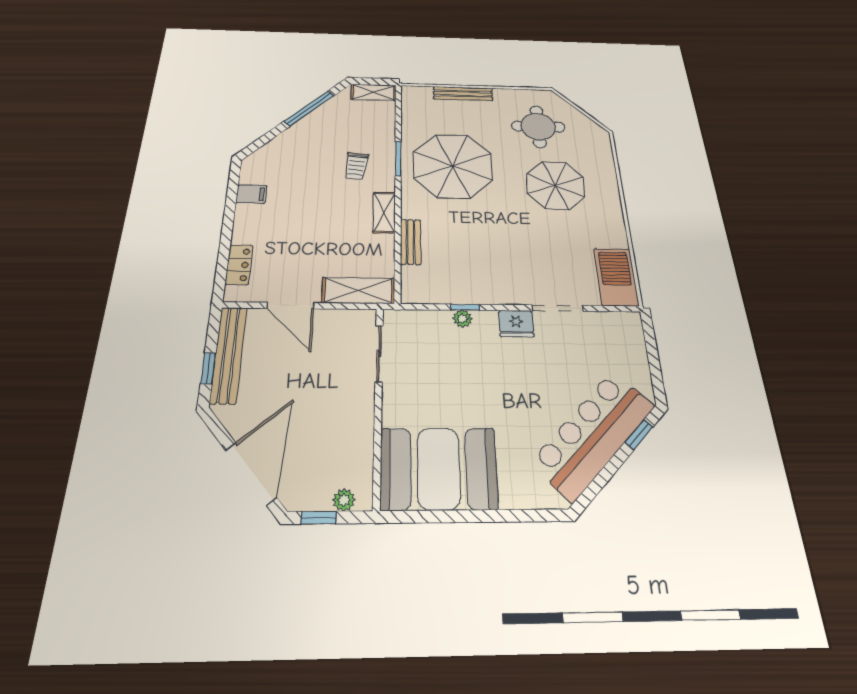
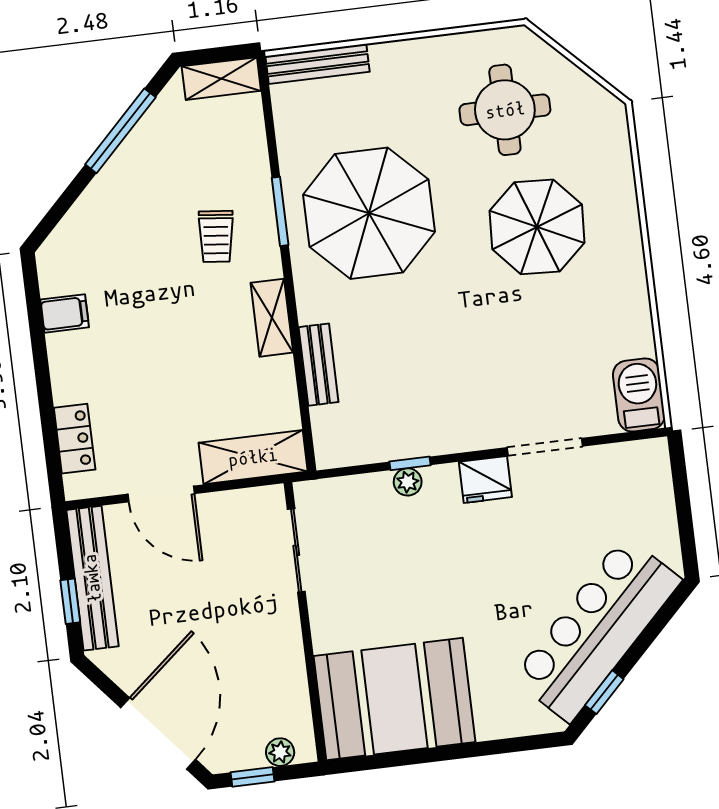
bench: (463, 94) -> (317, 64), moved
barbecue: (616, 277) -> (639, 395), width x0.73, depth x0.83
window: (639, 435) -> (604, 692), moved

